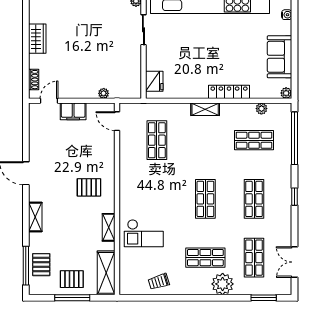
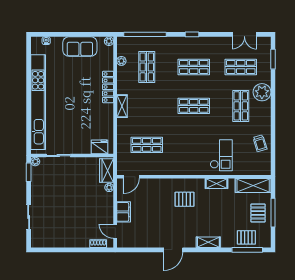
wardrobe: (37, 39) -> (107, 170), moved, turned -90
pallet: (89, 187) -> (185, 199), turned 90

